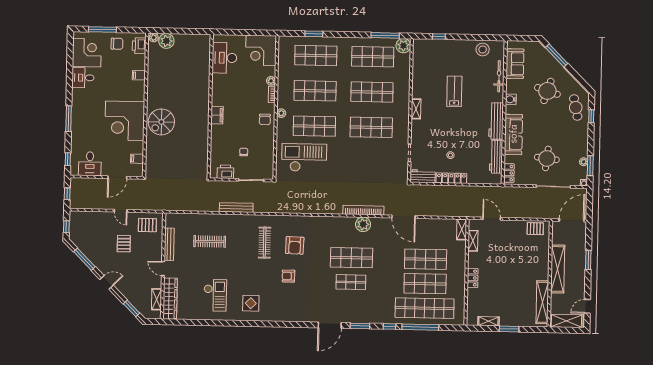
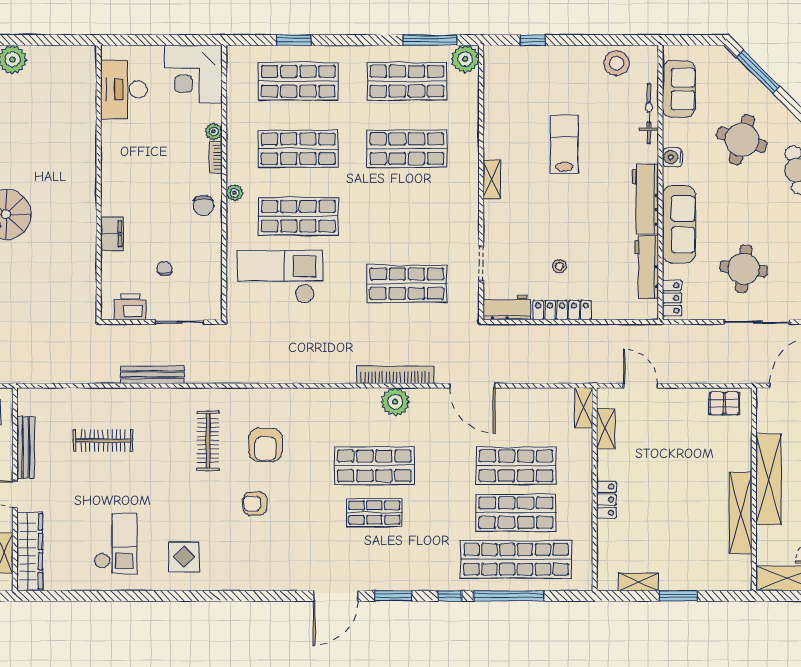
filing cabinet: (217, 115) -> (112, 234), moved
shop shelf: (371, 127) -> (407, 284), moved
shelving: (542, 302) -> (741, 513), moved

